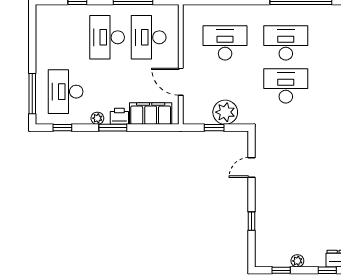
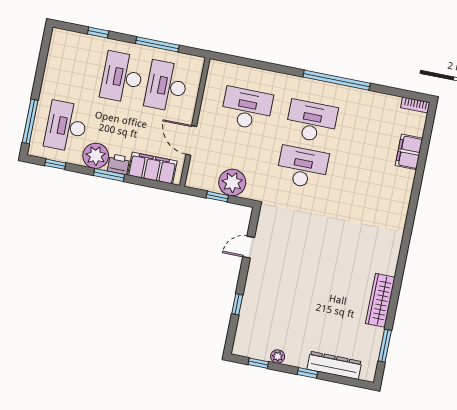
plant: (97, 118) -> (96, 156), width x1.88, depth x1.88

